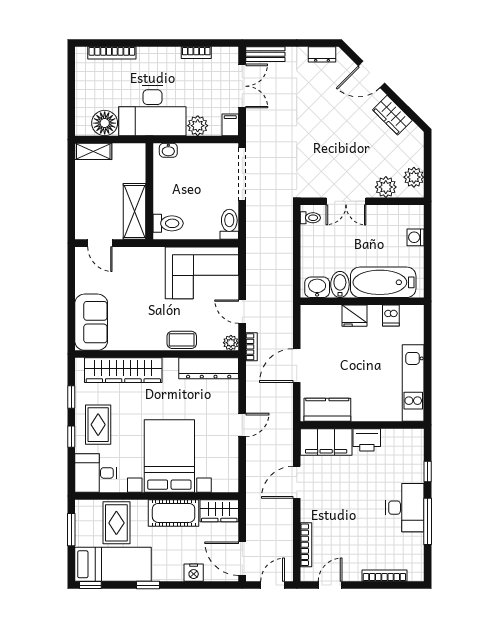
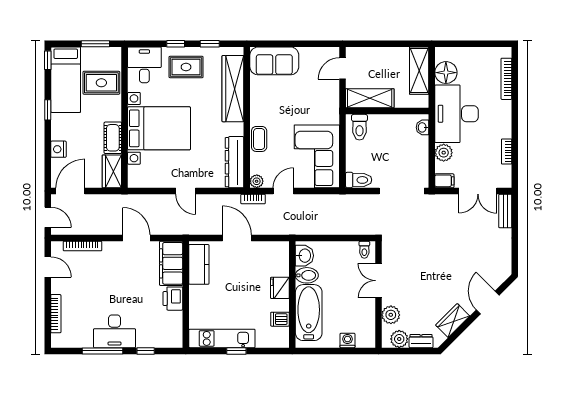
dresser: (322, 54) -> (421, 341), moved, turned 90
shelving: (93, 151) -> (419, 71), width x1.50, depth x1.33
window: (428, 366) -> (236, 351), added
cot: (174, 513) -> (113, 138), width x0.73, depth x0.75

